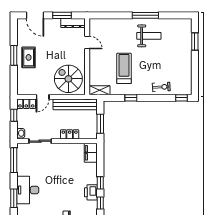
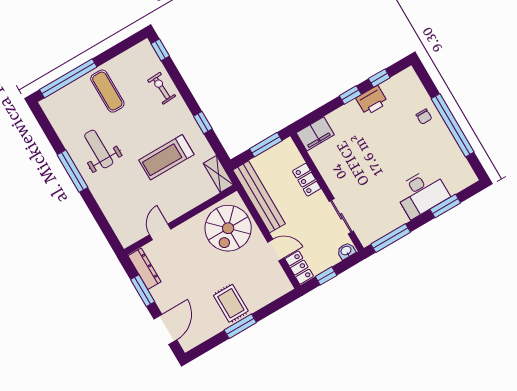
window: (195, 42) -> (68, 78), width x2.11
rug: (29, 57) -> (231, 303), turned 90
exercise mat: (176, 58) -> (107, 91), added

